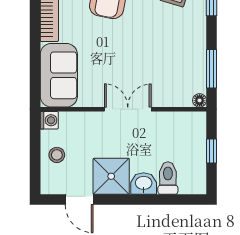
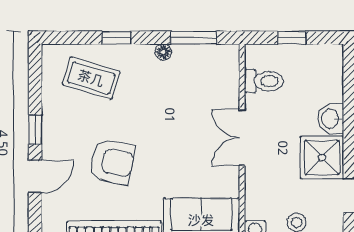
floor lamp: (200, 100) -> (163, 52), moved
toilet: (168, 178) -> (264, 81), moved, turned 180

